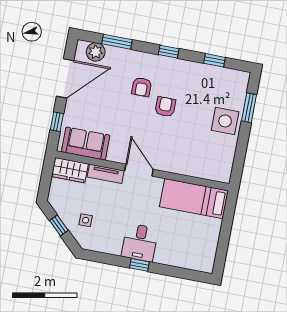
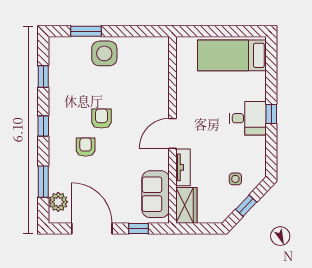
armchair: (142, 87) -> (86, 147), turned -90
armchair: (165, 107) -> (101, 119), turned 90
bed: (194, 199) -> (232, 55), moved, turned 90

